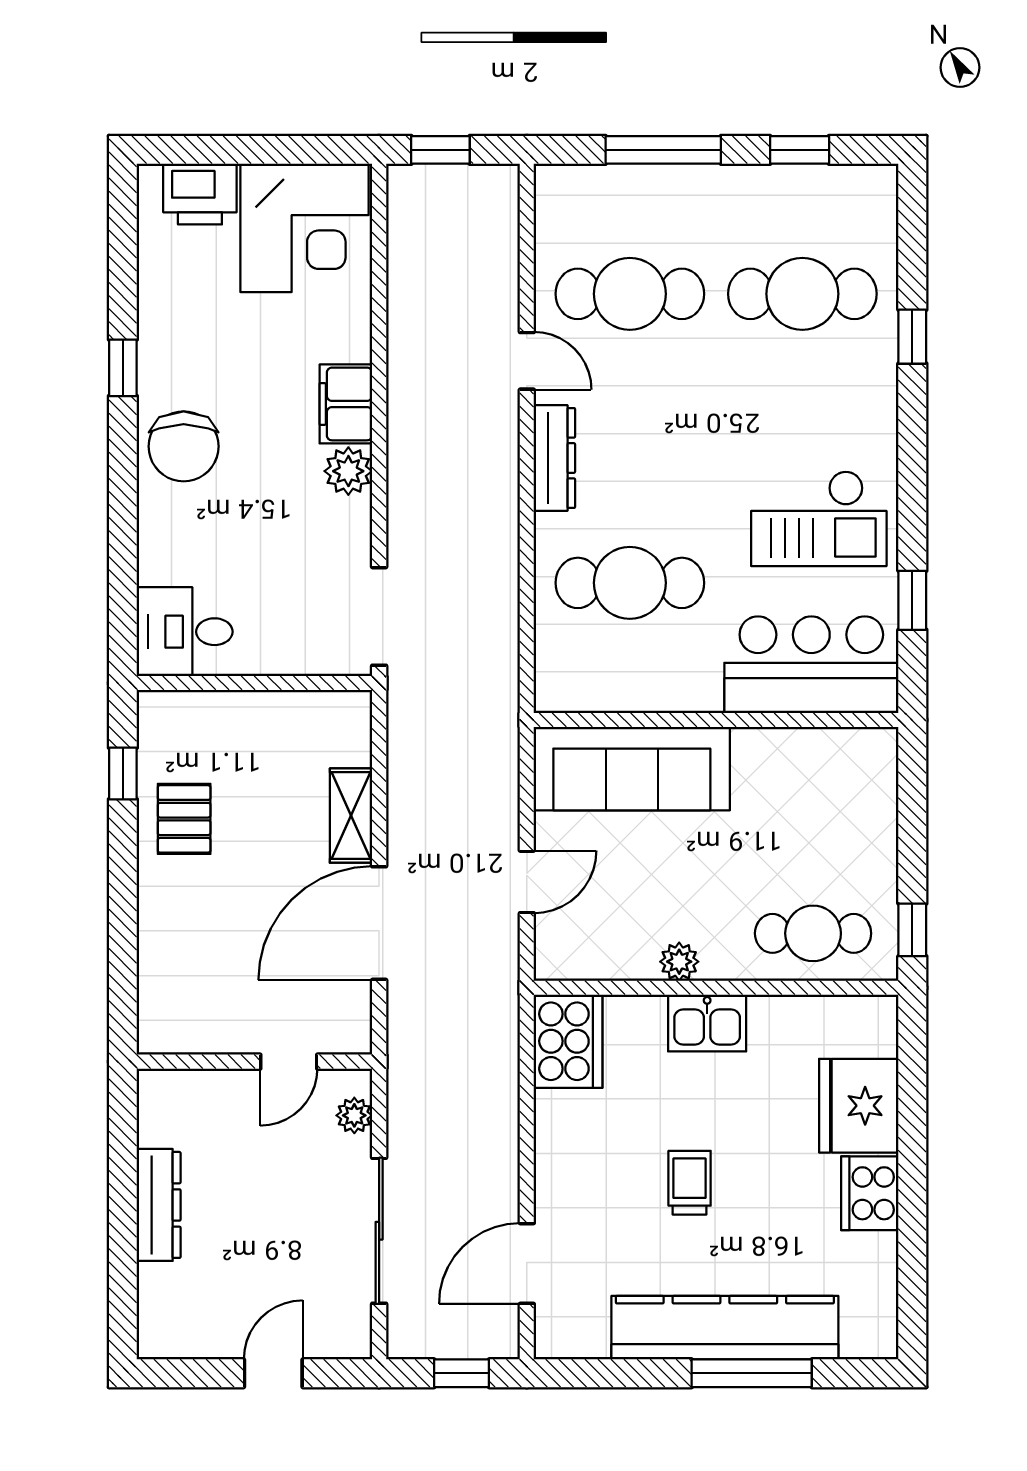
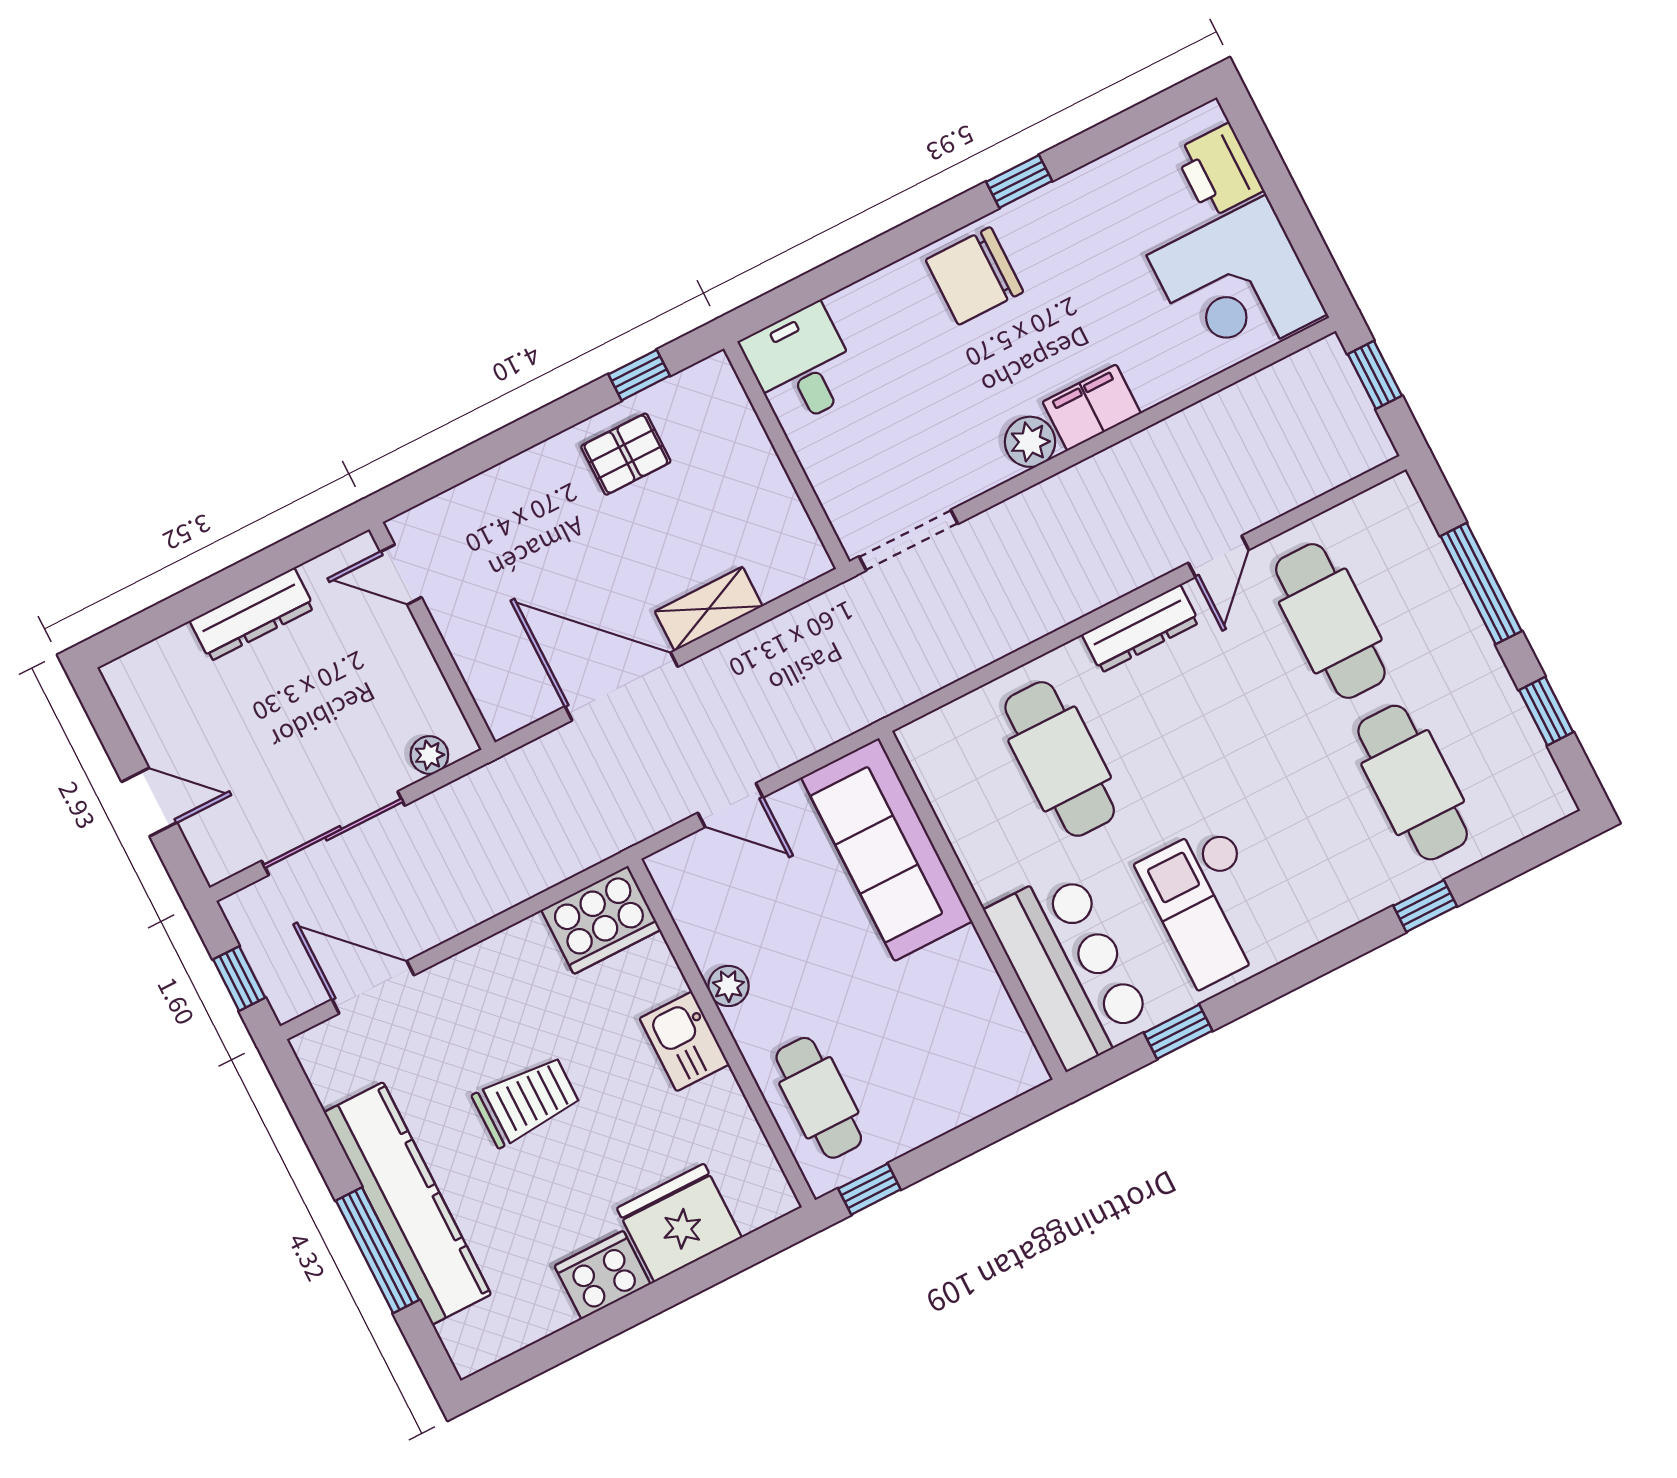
door: (289, 1062) -> (401, 575), moved
trolley: (690, 1183) -> (526, 1101), width x1.36, depth x1.39

